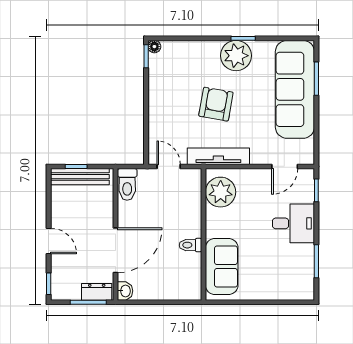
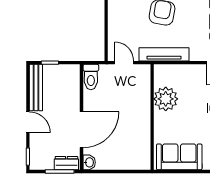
bench: (80, 177) -> (36, 88), moved, turned 90
plant: (221, 192) -> (166, 99), moved
toilet: (190, 245) -> (142, 126), removed
sofa: (222, 267) -> (179, 157), moved, turned -90

